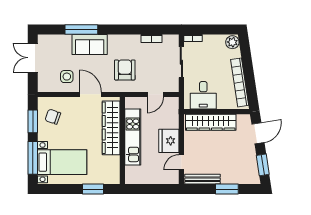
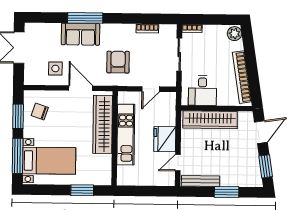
window: (81, 29) -> (85, 18), moved

